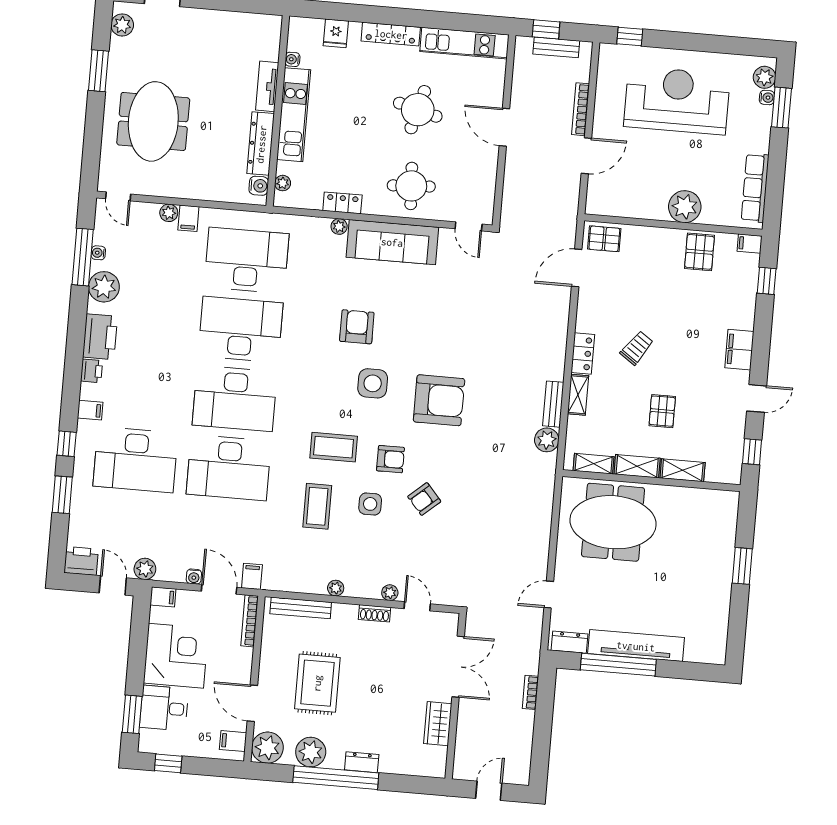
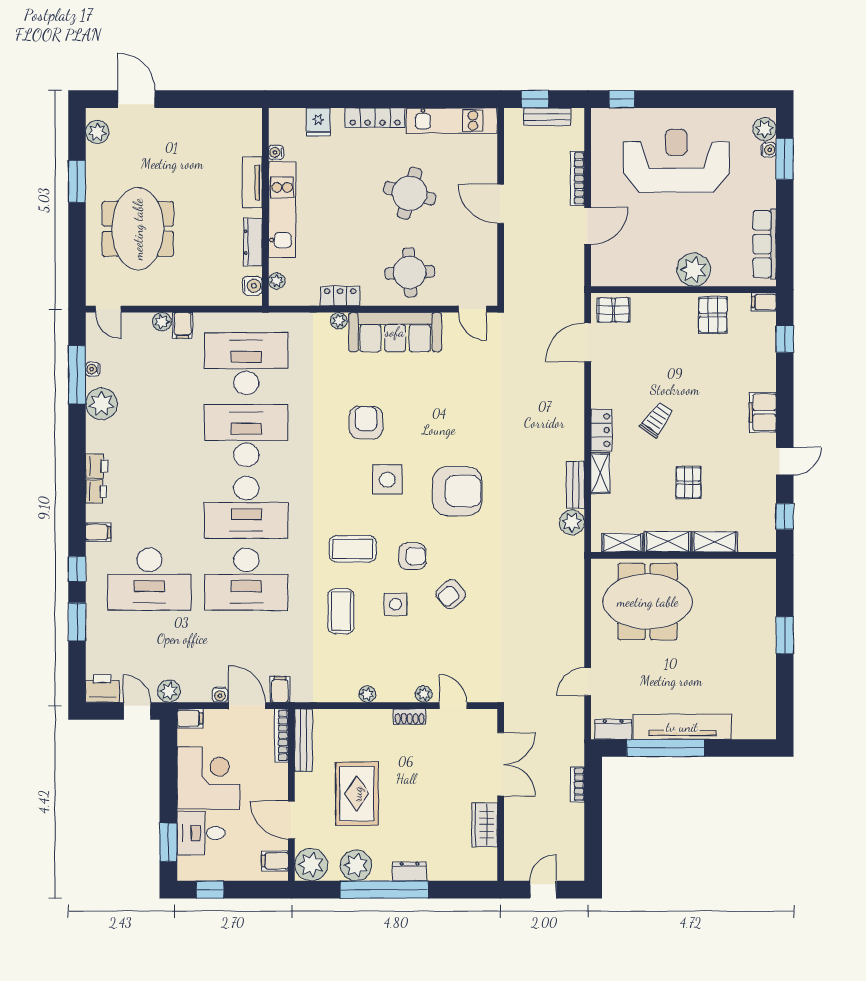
dresser: (261, 144) -> (253, 242), width x0.73, depth x0.80
printer: (100, 337) -> (97, 466), width x0.53, depth x0.68
bench: (301, 608) -> (303, 740), moved, turned 90

